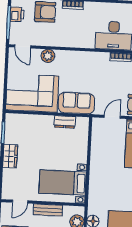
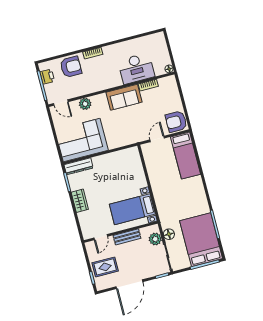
sofa: (76, 103) -> (124, 97), moved, turned 180
dresser: (65, 122) -> (79, 166), moved, width x1.44

